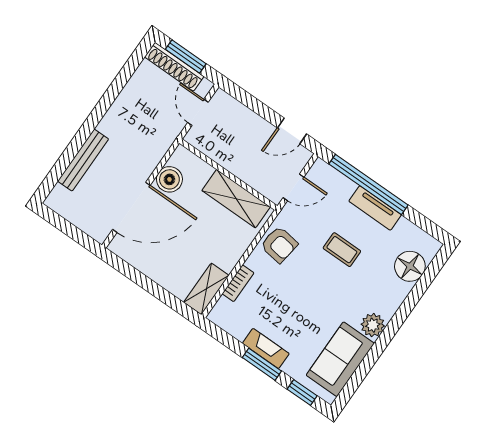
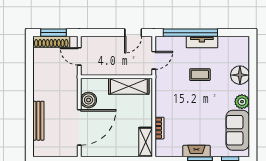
armchair: (279, 245) -> (167, 94), removed
floor lamp: (410, 266) -> (240, 75), moved

